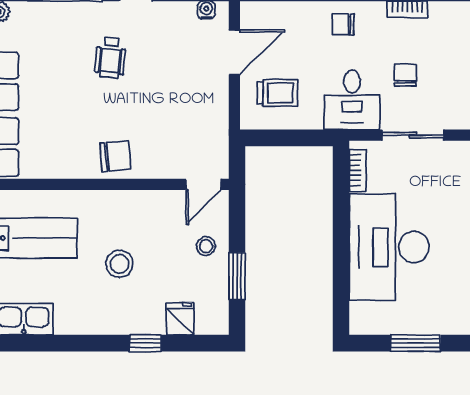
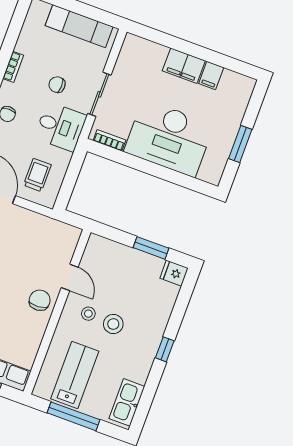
door: (203, 184) -> (70, 277), moved
stool: (206, 246) -> (88, 314), moved
fridge: (180, 319) -> (174, 273), moved
window: (146, 343) -> (165, 349), moved

